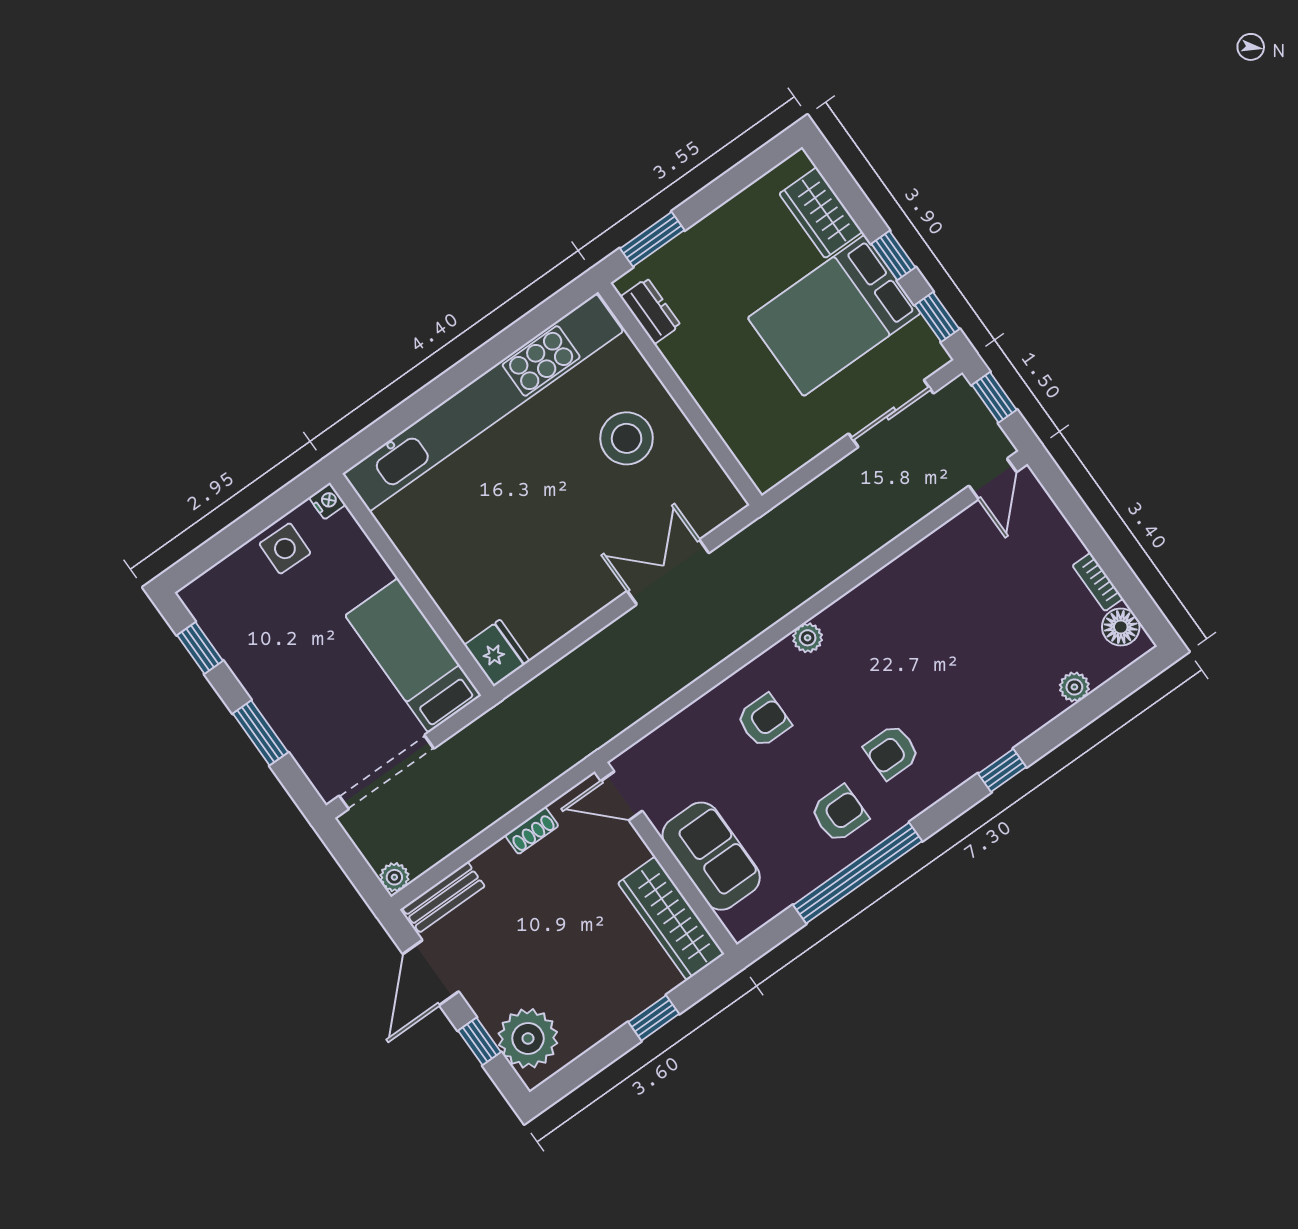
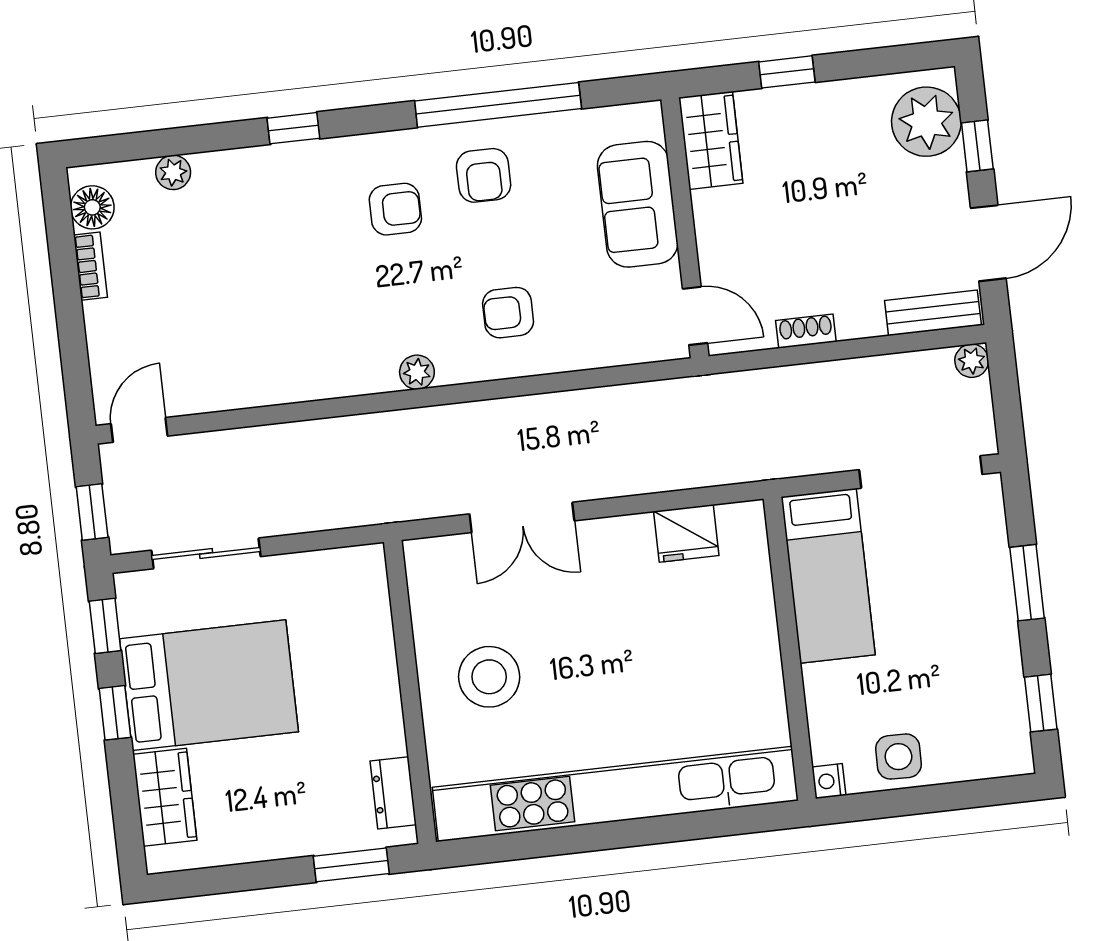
fridge: (497, 653) -> (686, 533), moved, turned -90
armchair: (839, 814) -> (484, 175), turned -90
wardrobe: (671, 918) -> (711, 140), width x0.67

